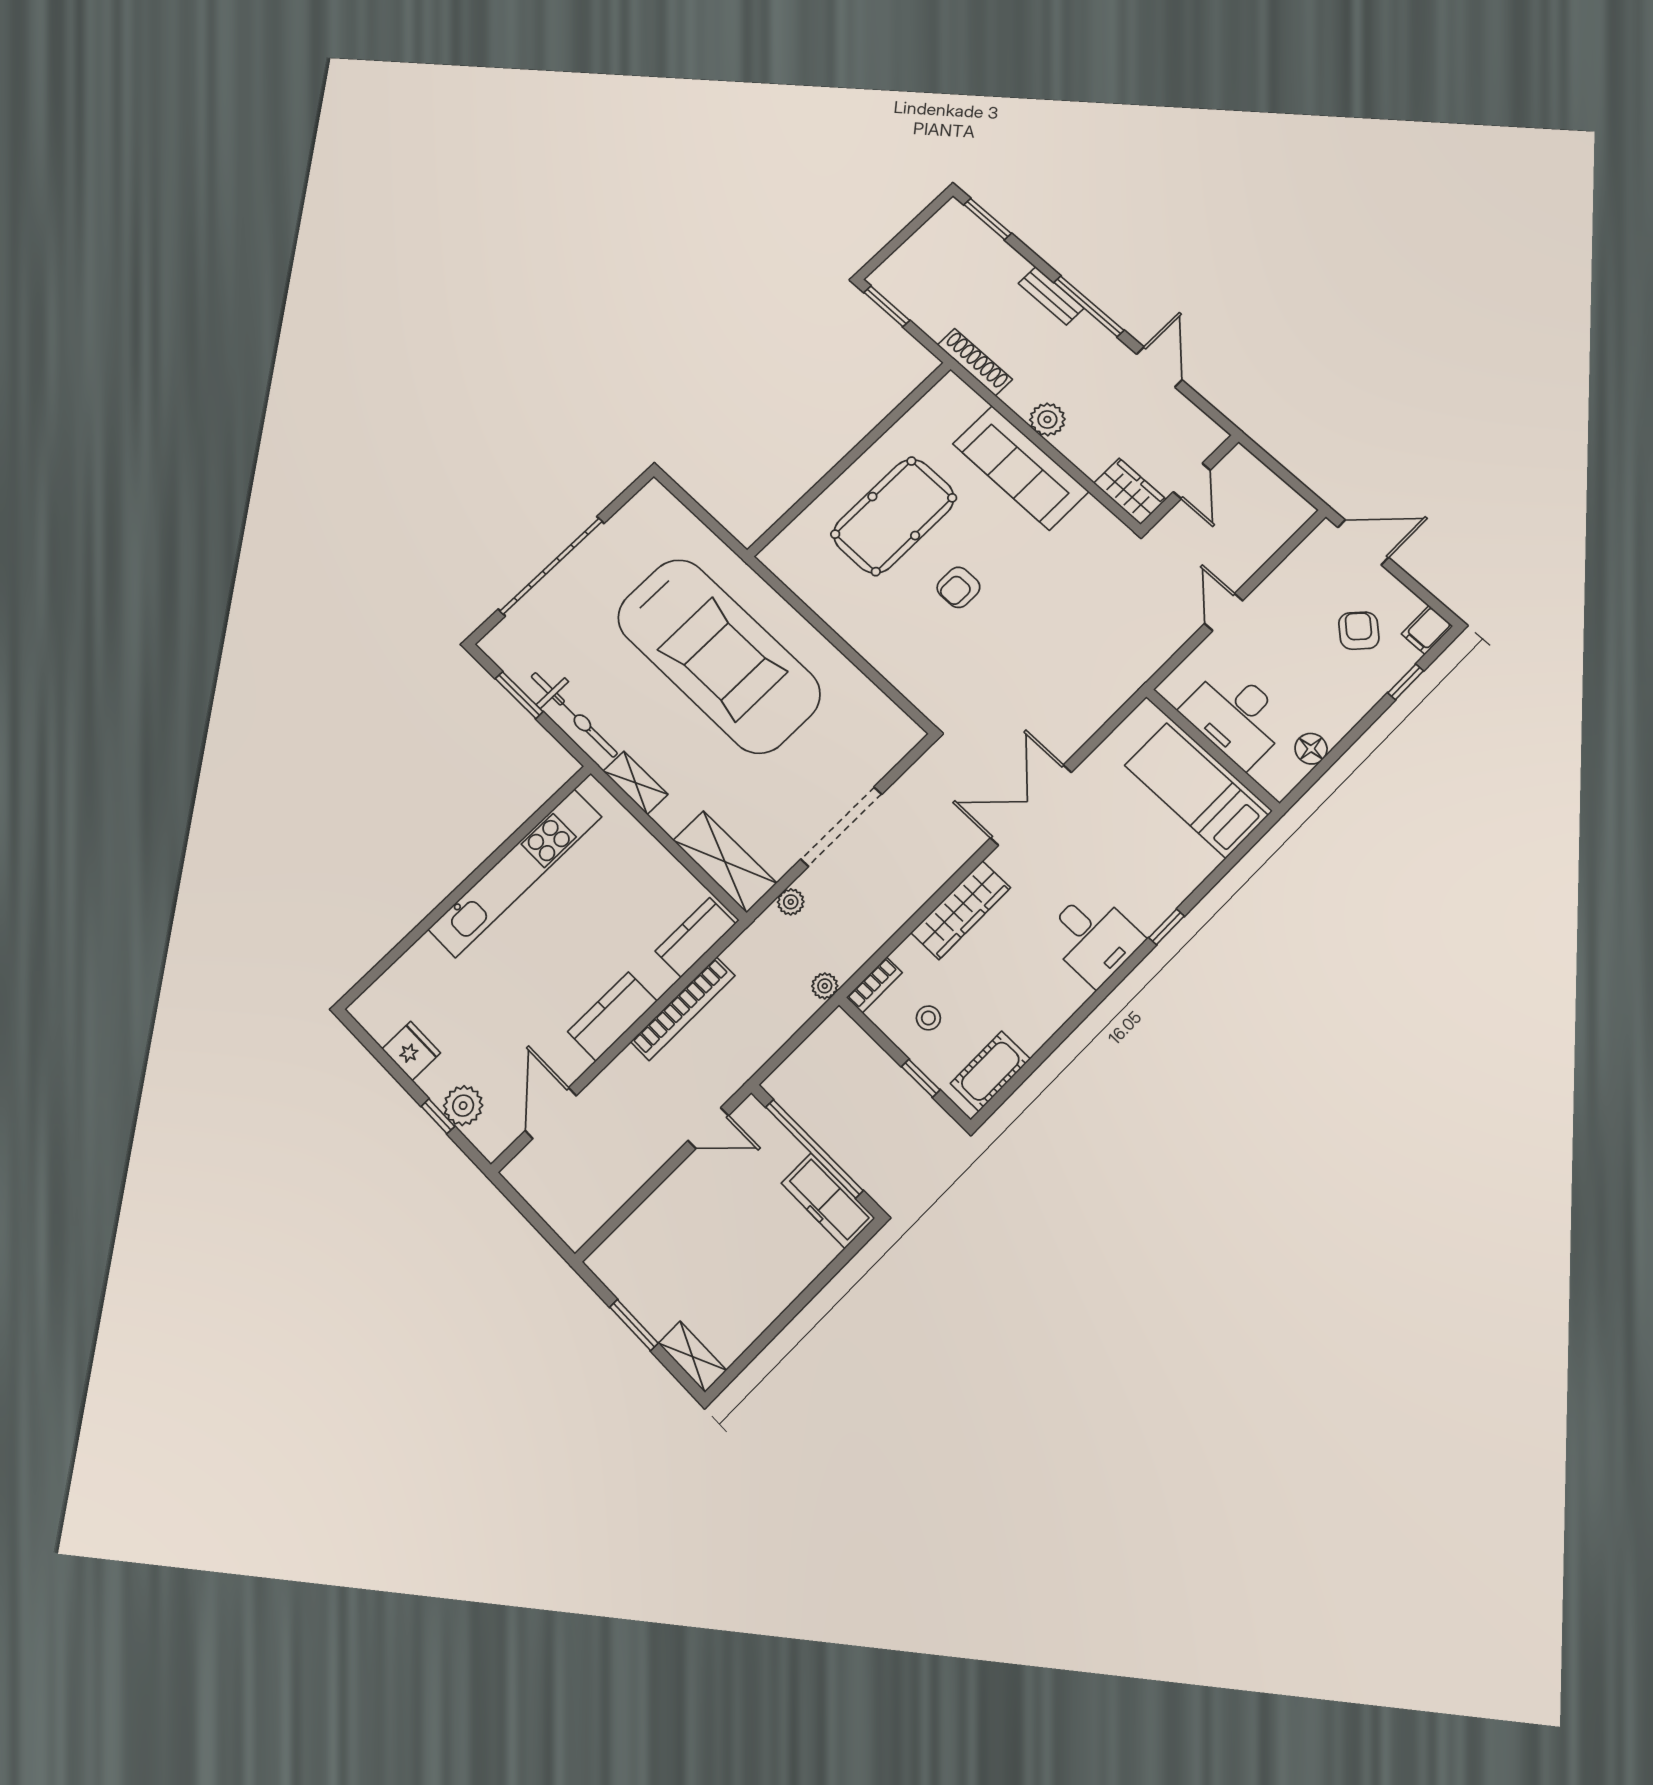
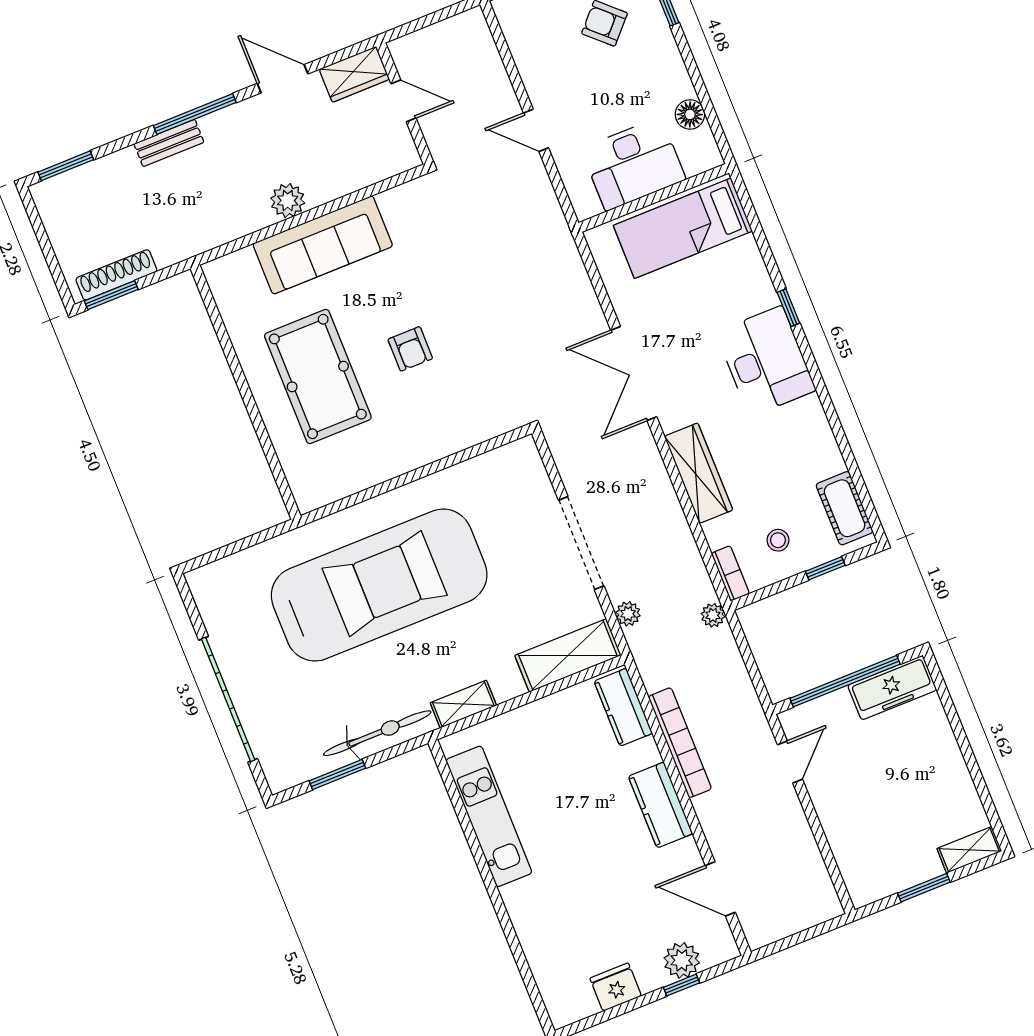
shoe rack: (975, 362) -> (116, 275), moved
wardrobe: (1130, 491) -> (354, 74), moved, turned 180
kitchen unit: (515, 873) -> (489, 816), width x0.73
desk: (1093, 937) -> (766, 361), width x1.37

